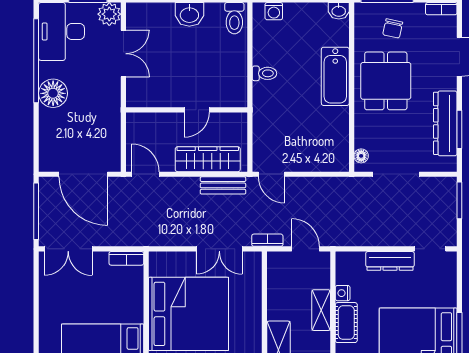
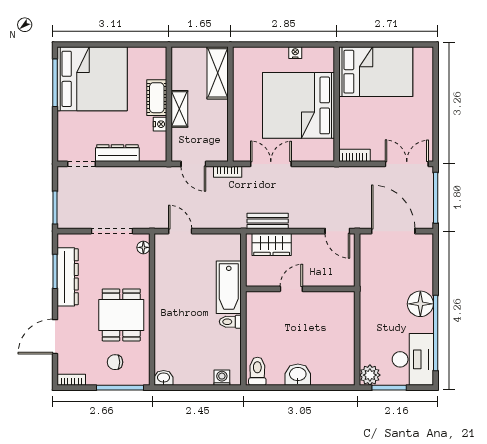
chair: (393, 28) -> (115, 362), turned -102
double door: (123, 54) -> (357, 340), removed
bathtub: (335, 76) -> (229, 287), moved, turned 180
wardrobe: (208, 159) -> (272, 245), width x0.67
door: (271, 174) -> (180, 231), moved

